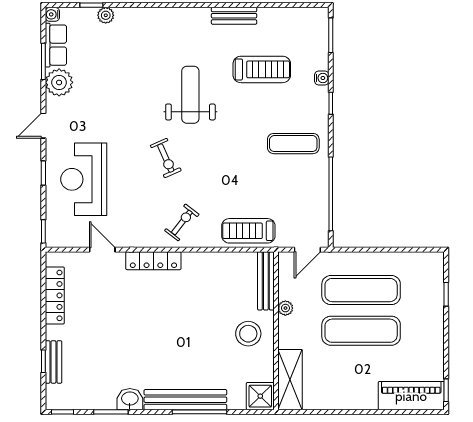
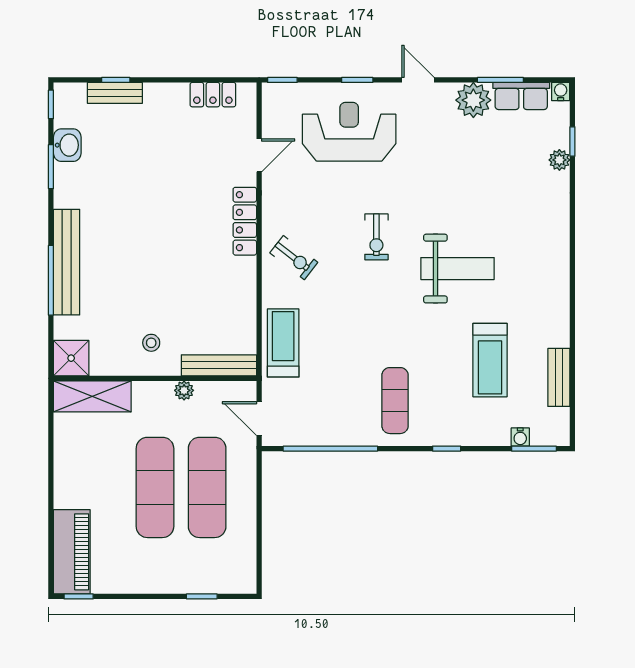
bench: (234, 16) -> (559, 377), moved
water cooler: (322, 78) -> (520, 437), moved
exercise bike: (166, 158) -> (376, 237), turned -66
locker: (55, 295) -> (213, 95), width x0.66
stool: (248, 334) -> (151, 343), width x0.53, depth x0.53
washbasin: (130, 399) -> (67, 145), moved

